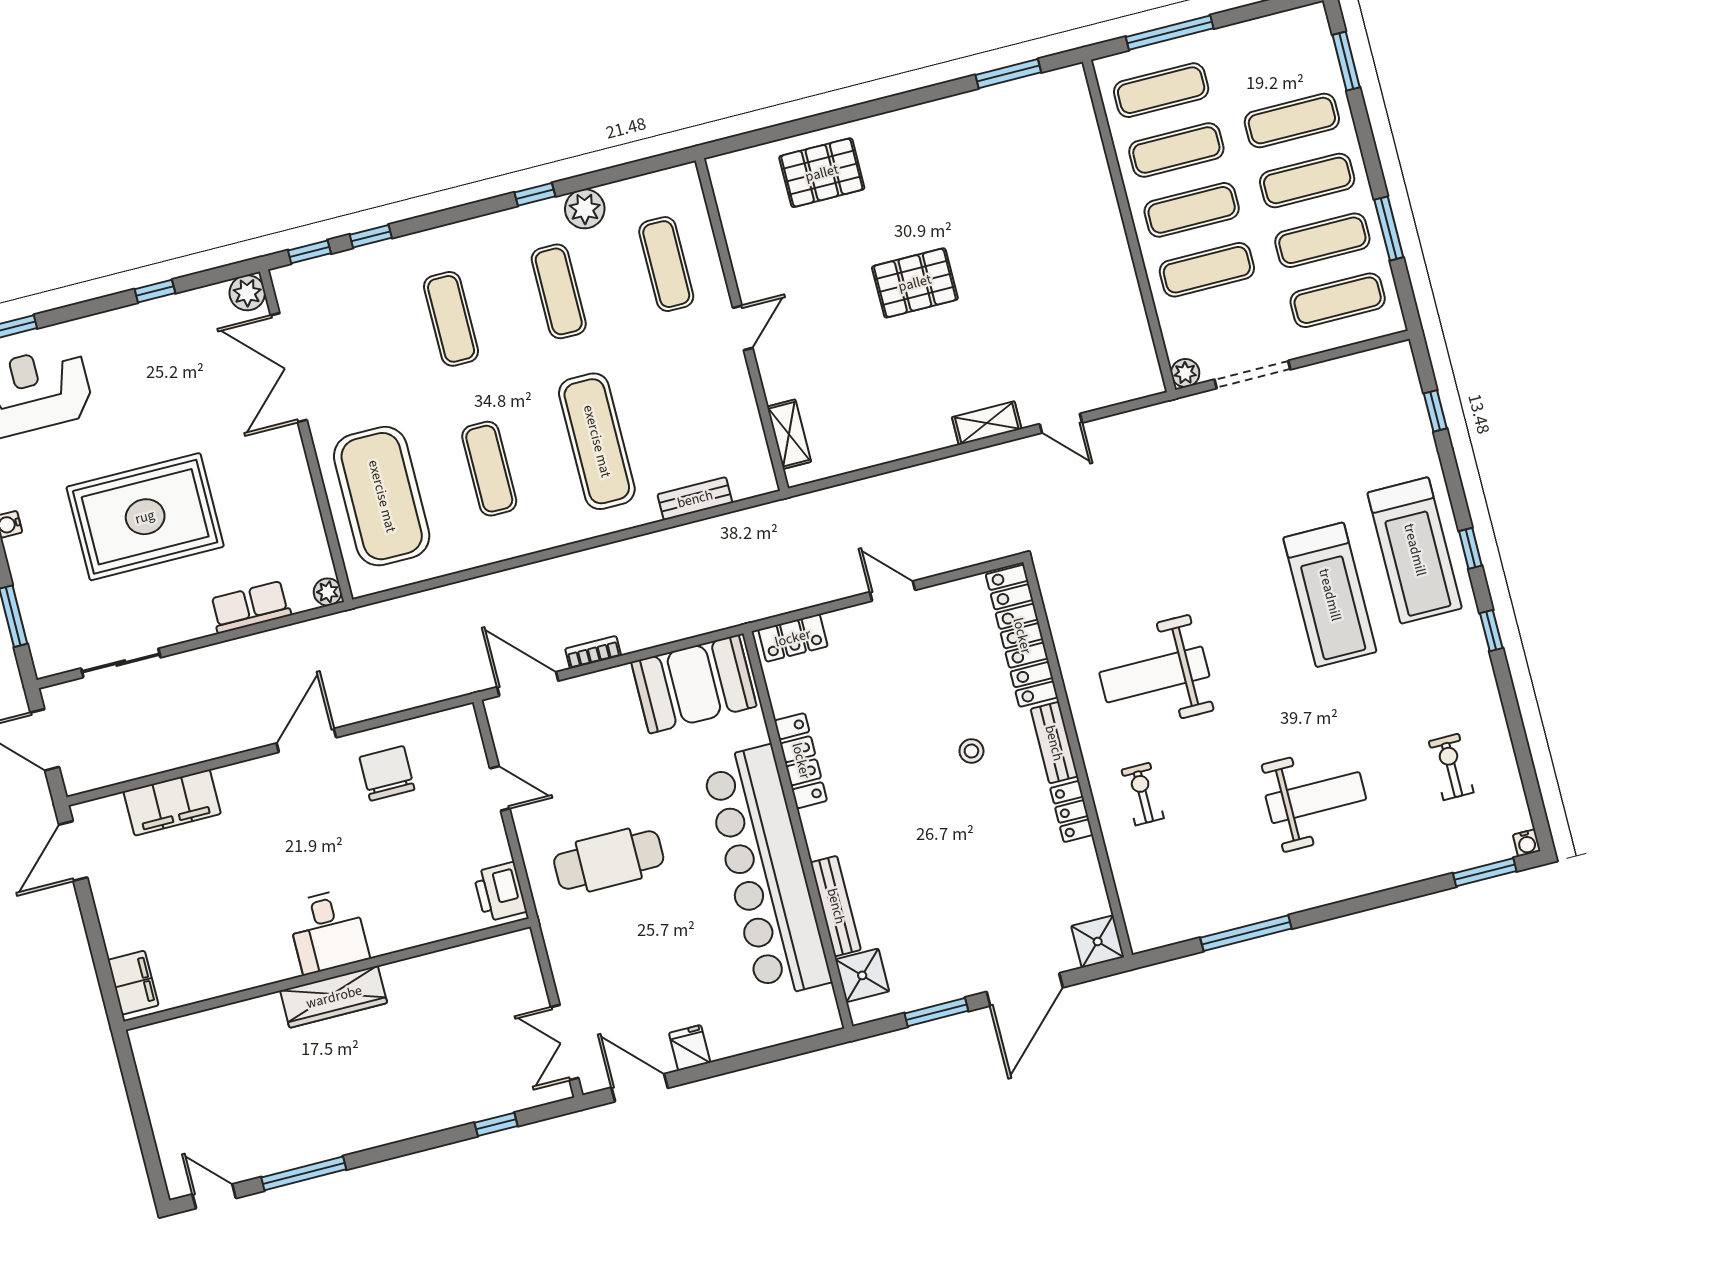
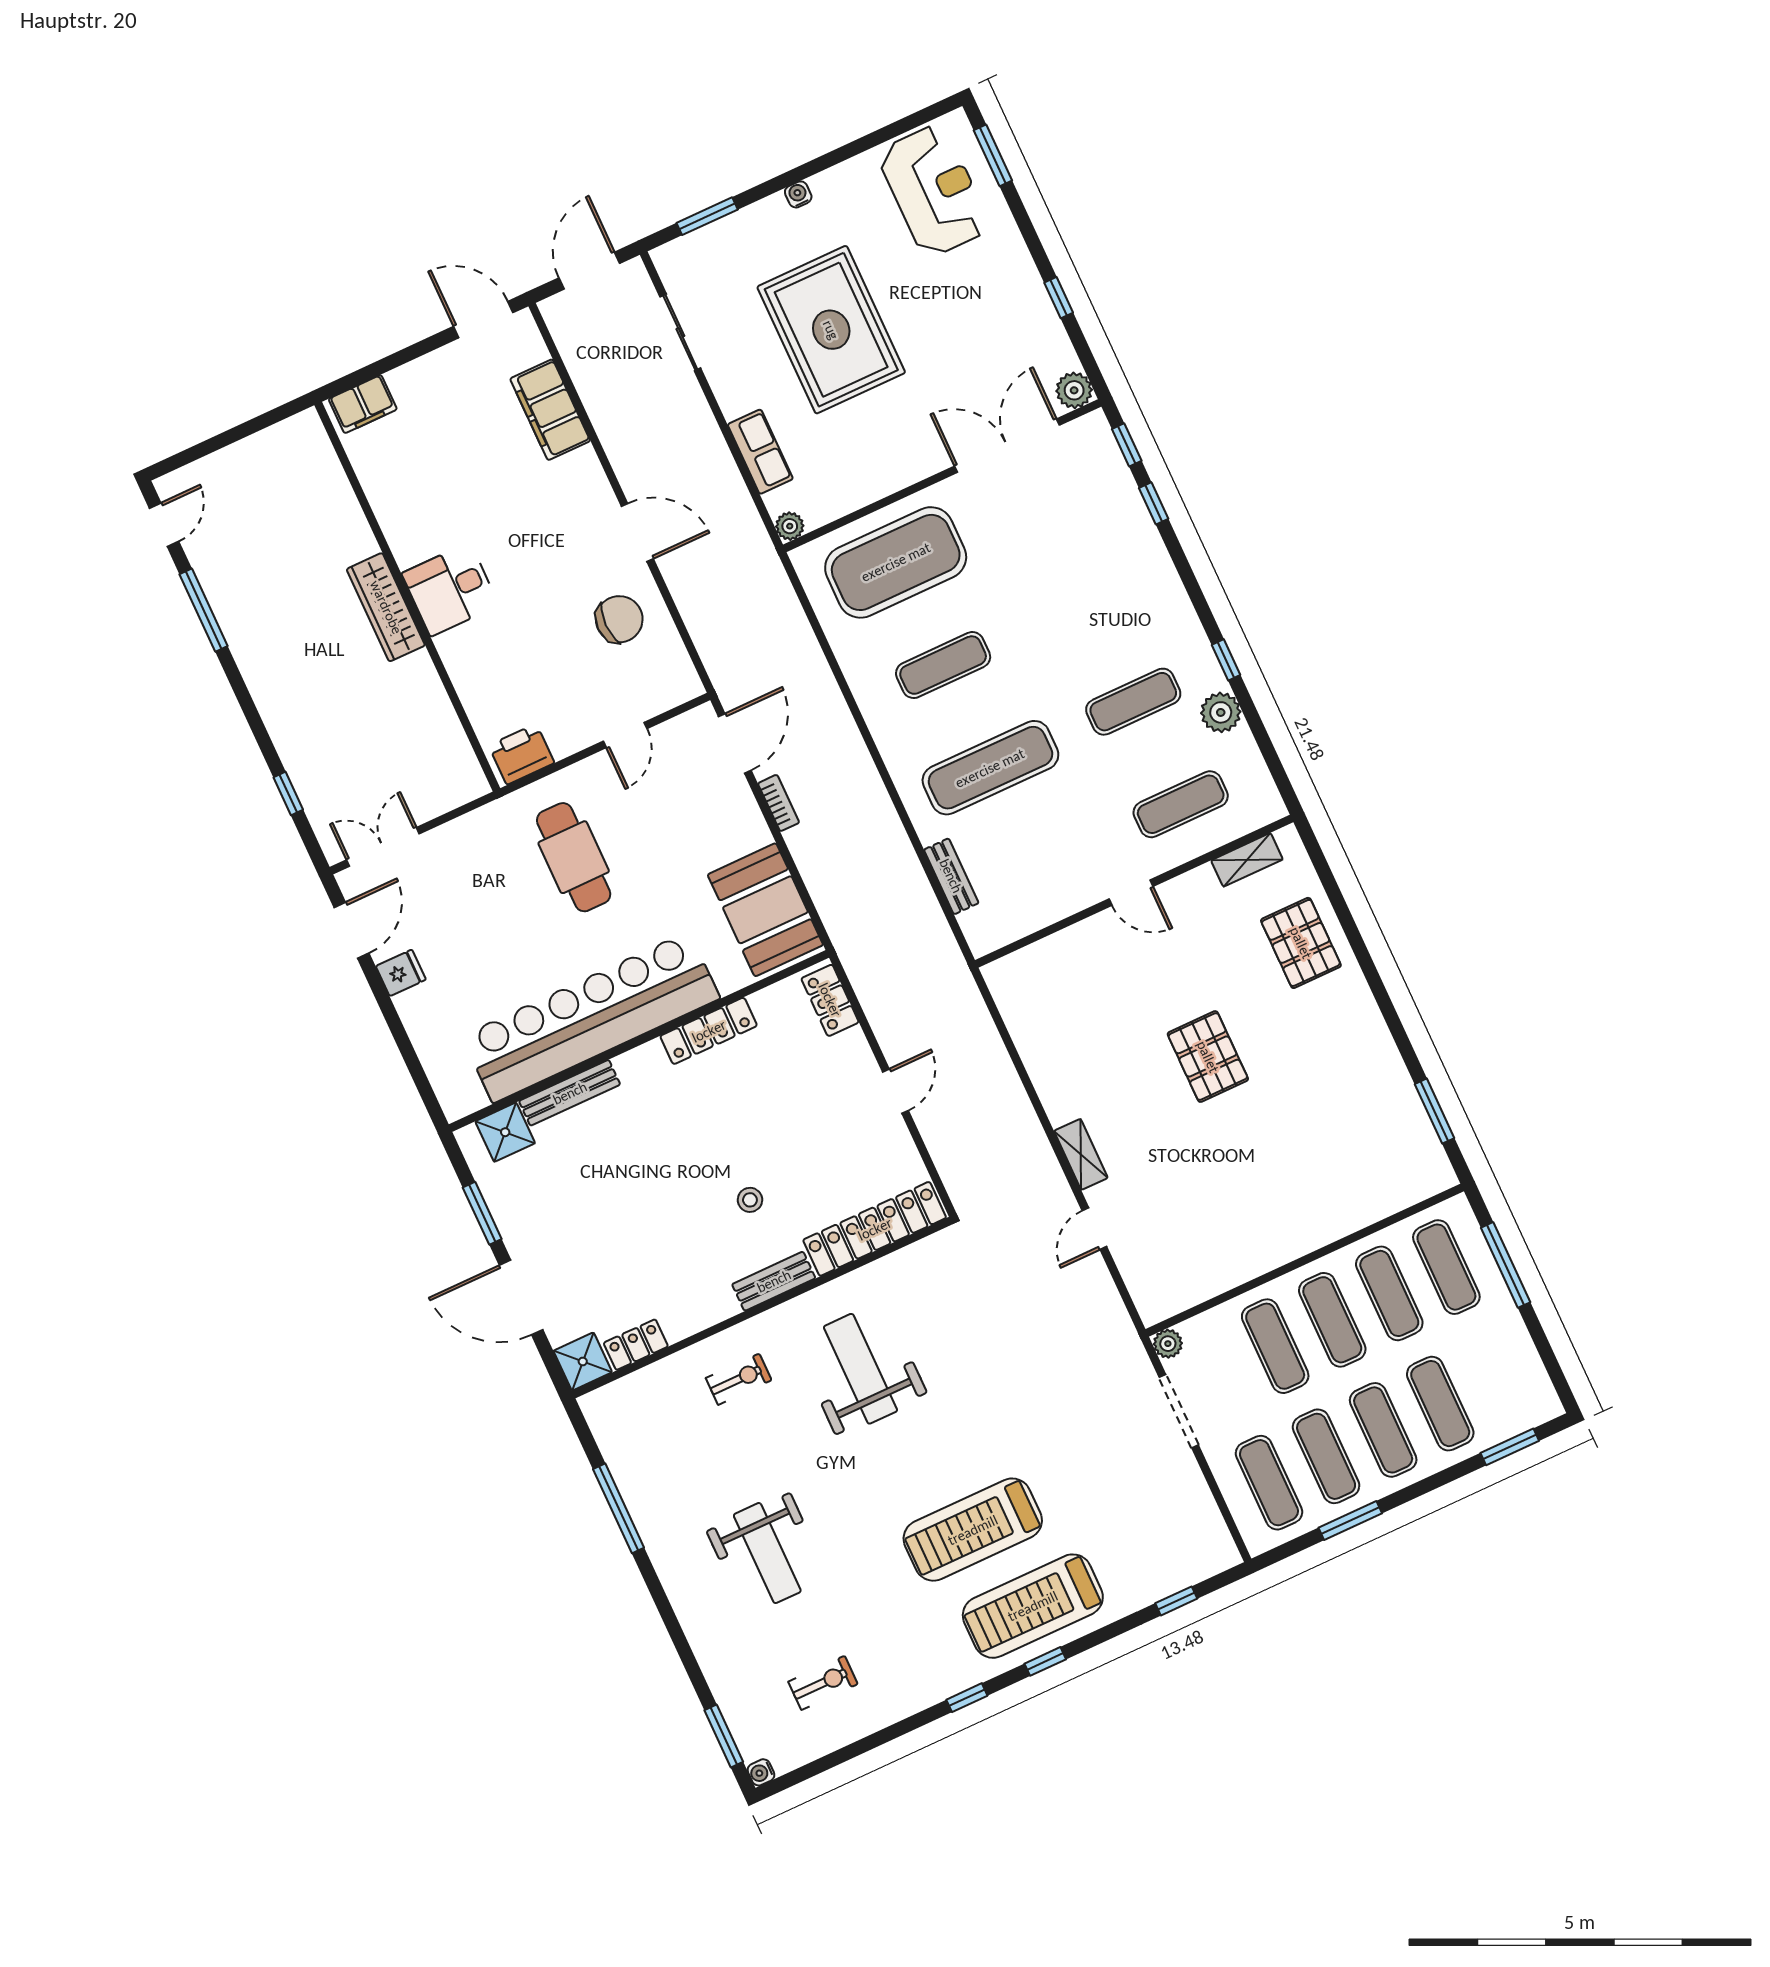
exercise mat: (451, 319) -> (1086, 599), removed
shelving: (789, 434) -> (1247, 860), moved
locker: (1072, 812) -> (636, 1345), moved

